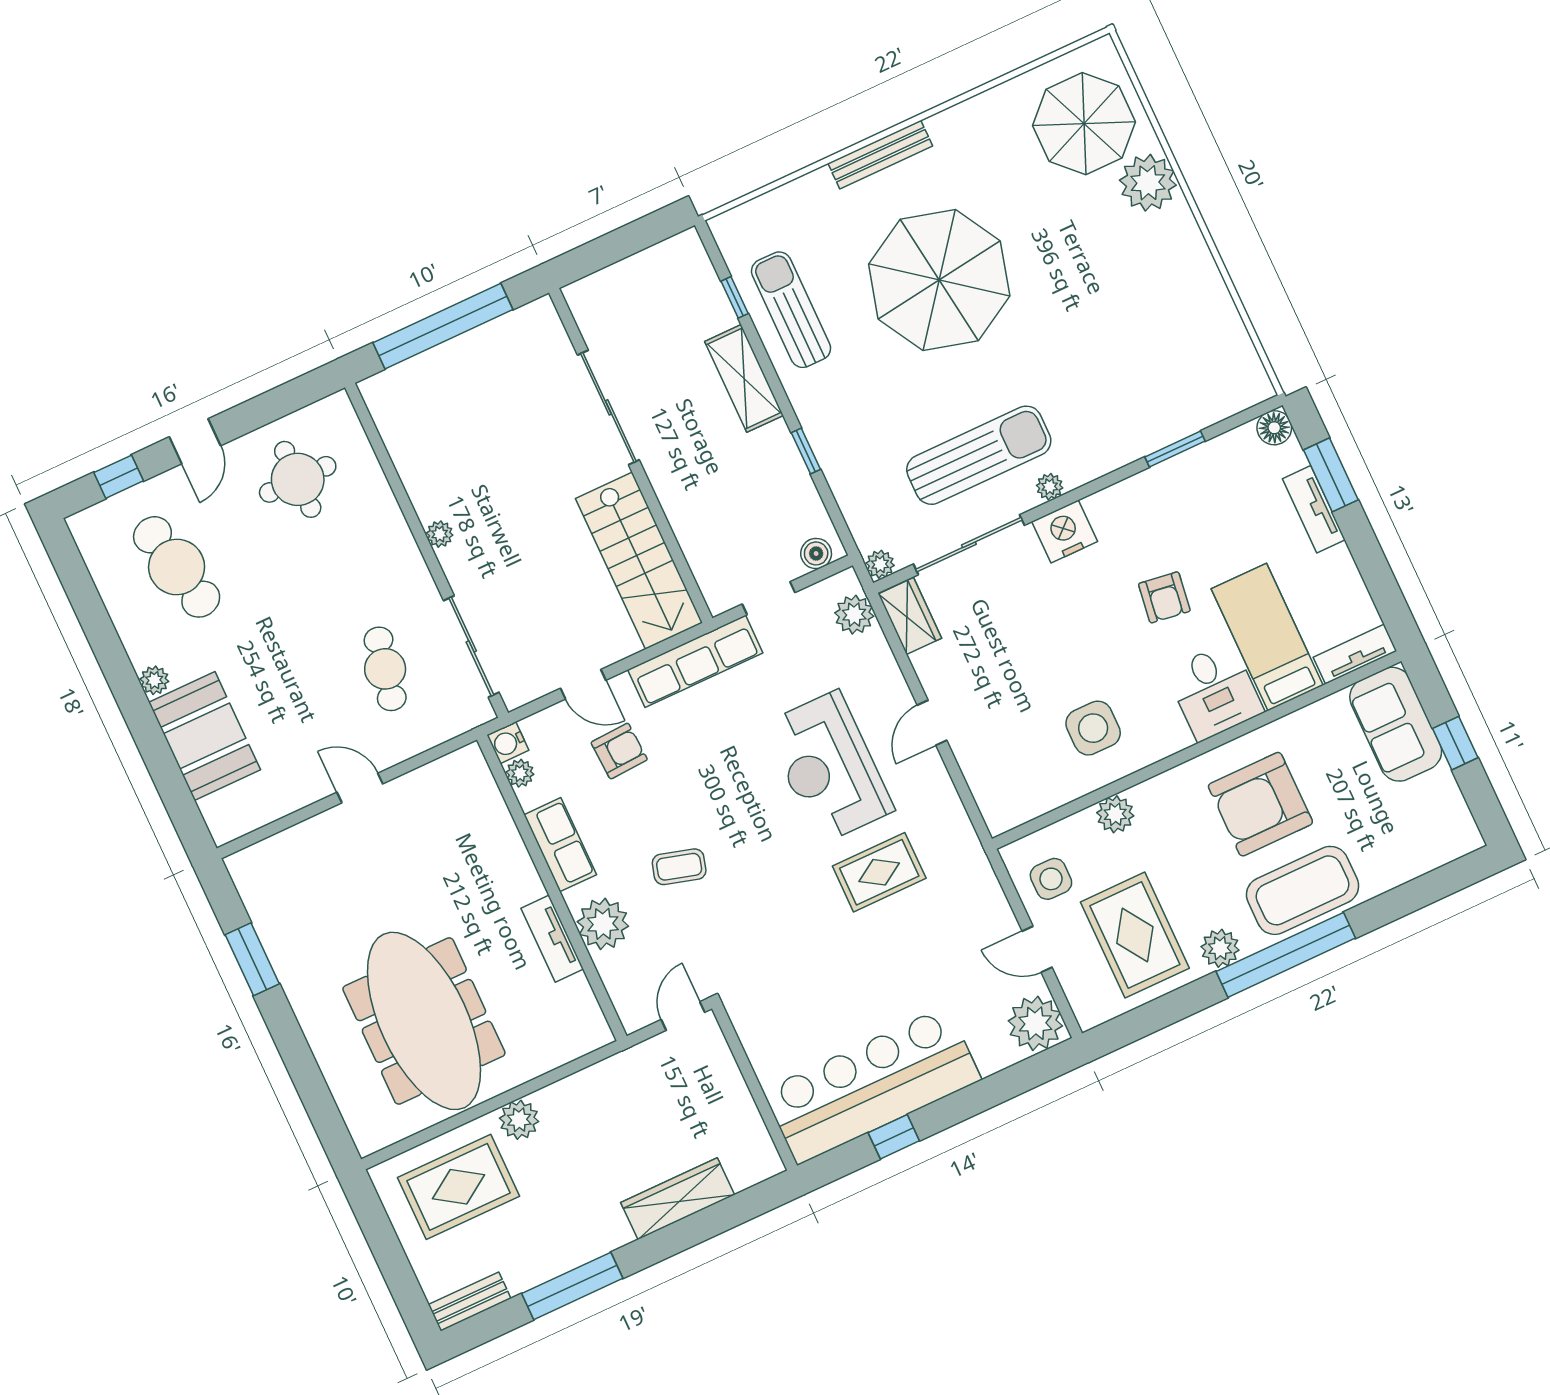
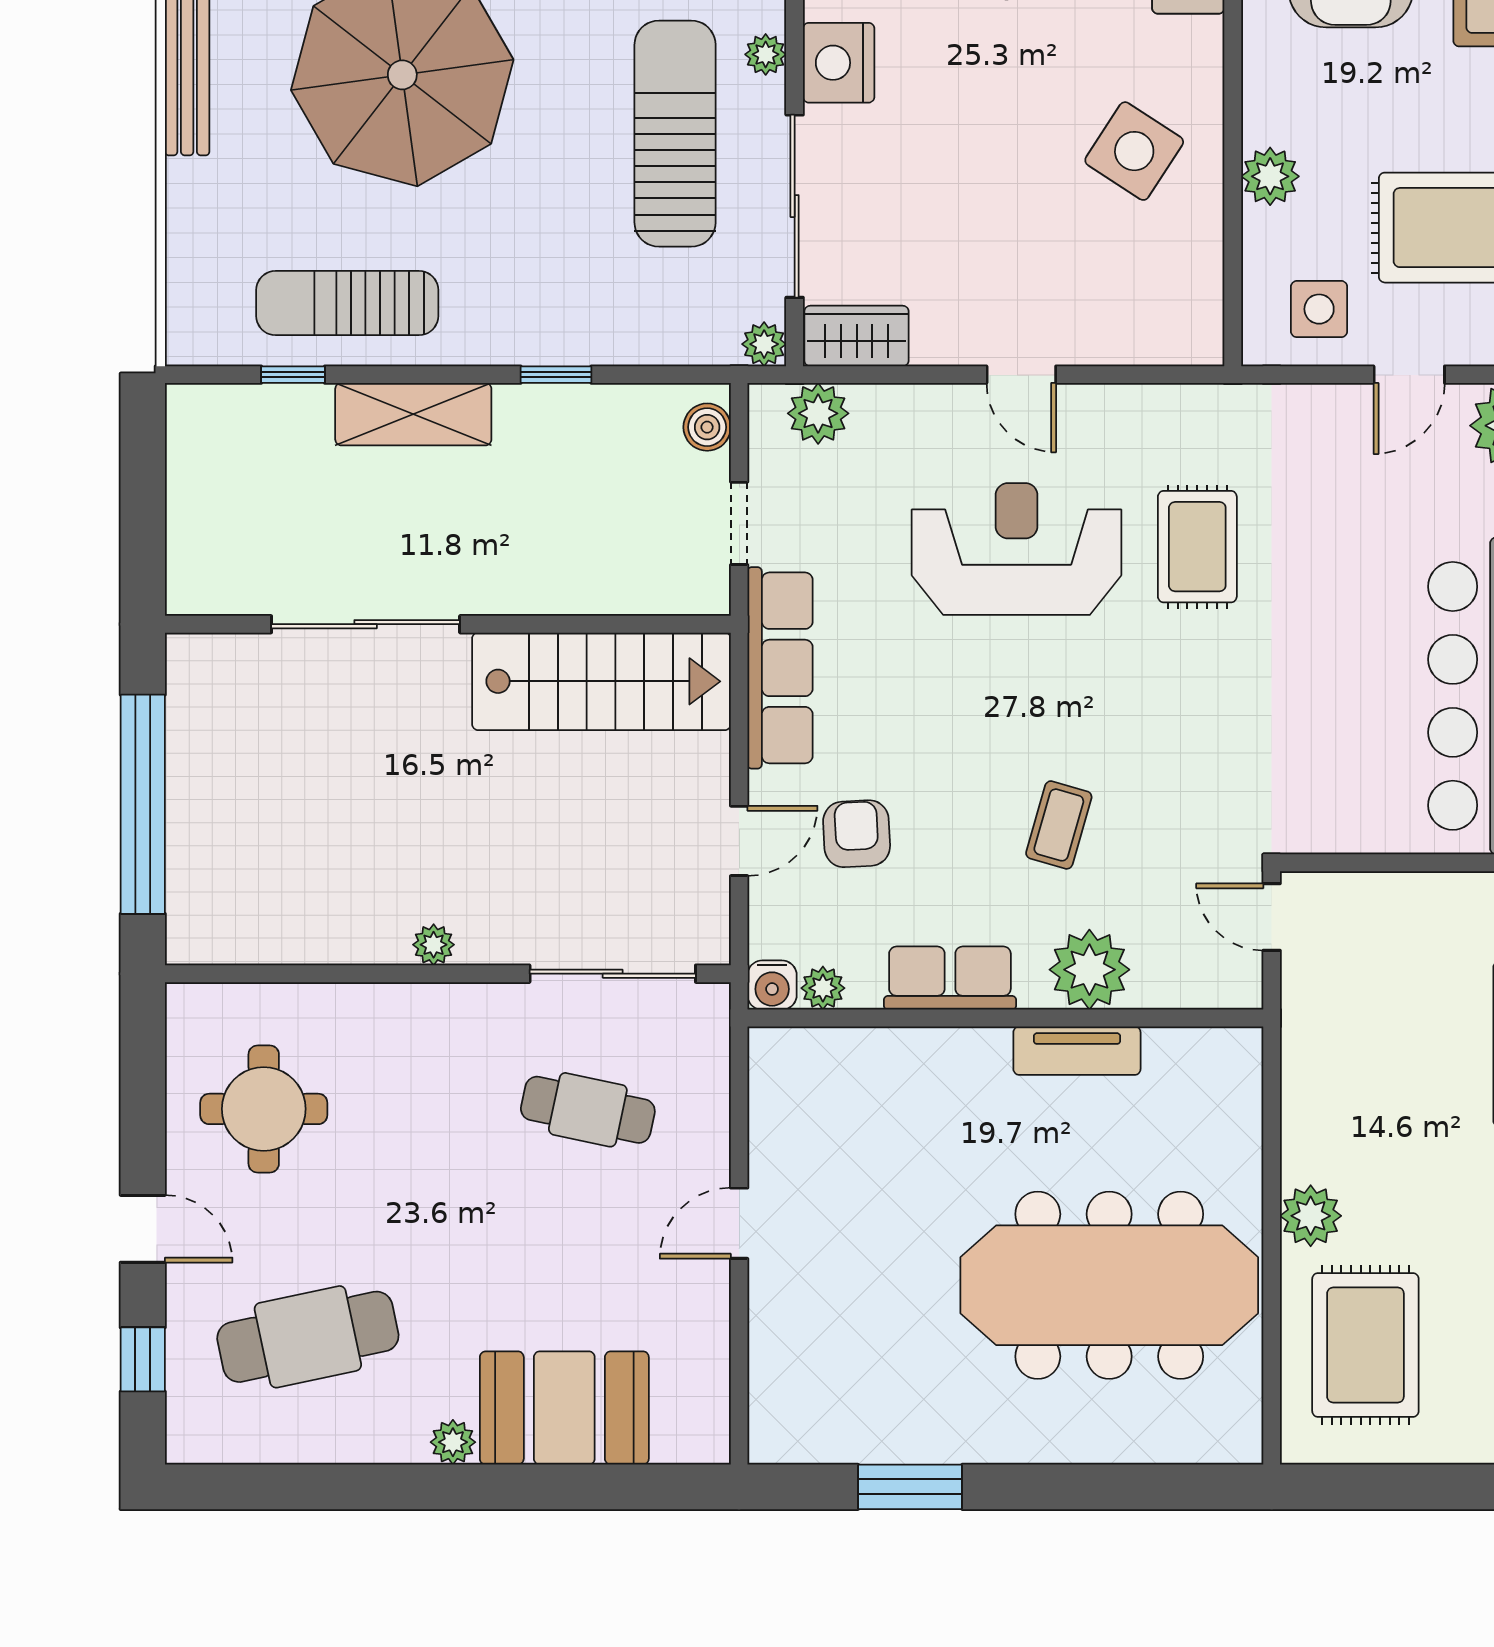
side table: (1093, 728) -> (1134, 151), turned 33
reception desk: (829, 767) -> (1017, 549), turned 180

